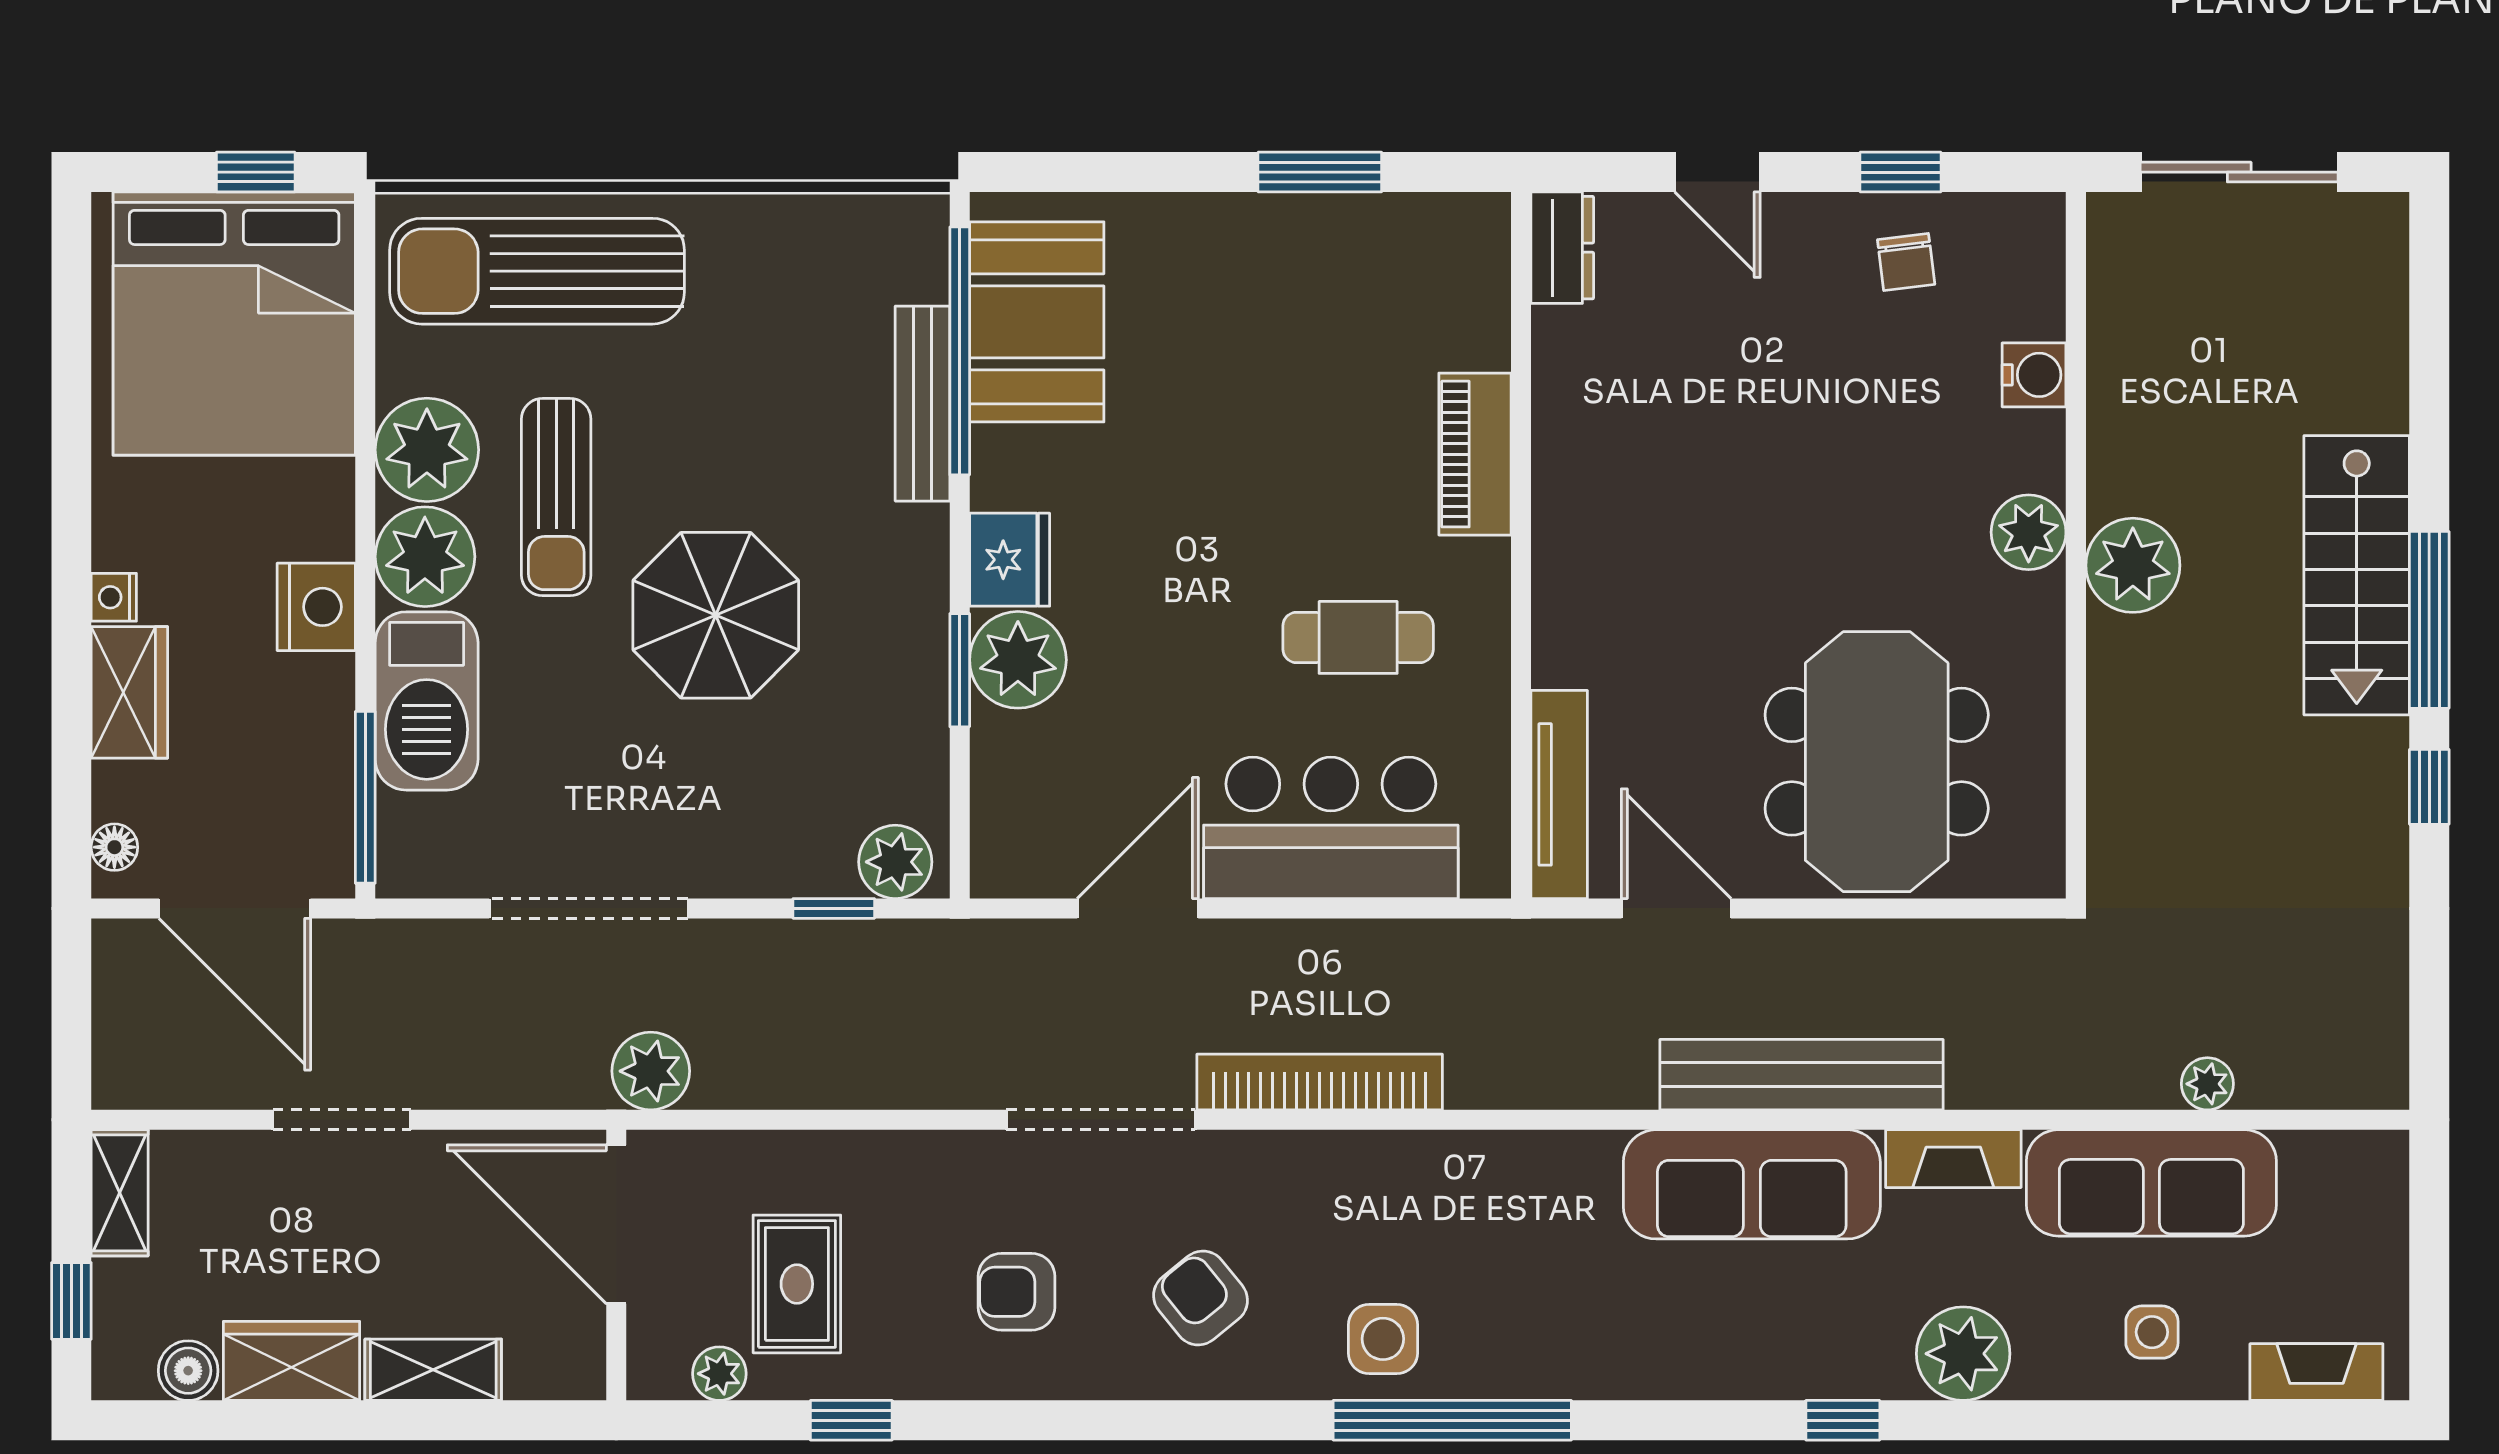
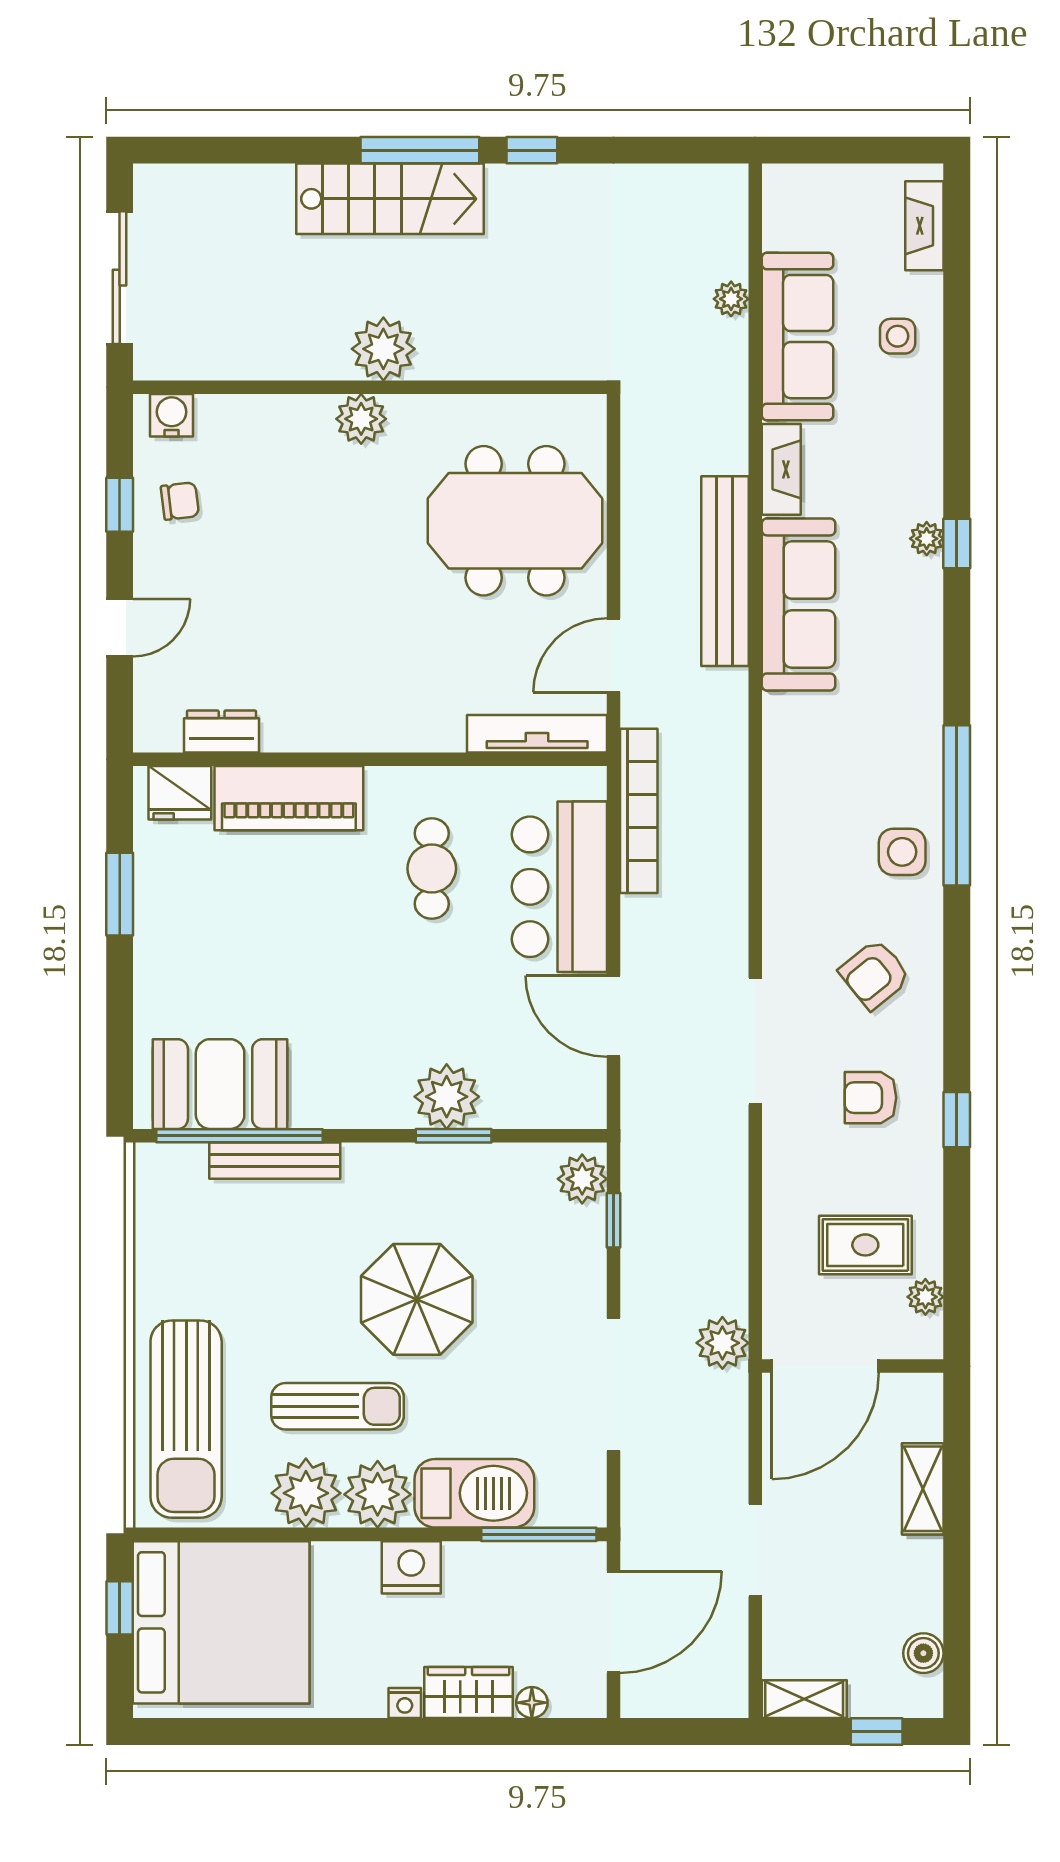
dresser: (1562, 248) -> (222, 732), moved
water cooler: (2034, 375) -> (172, 415), moved
piano: (1475, 454) -> (289, 798), width x1.37, depth x1.33
fridge: (1010, 560) -> (180, 793), moved, turned 180
floor lamp: (114, 847) -> (532, 1703), moved
bookcase: (1320, 1082) -> (639, 811), moved, turned 180
armchair: (1016, 1292) -> (871, 1098), turned 90
plant: (1963, 1354) -> (927, 539), moved, width x0.53, depth x0.53
wardrobe: (291, 1361) -> (917, 1584), removed
window: (851, 1420) -> (957, 1120), moved

